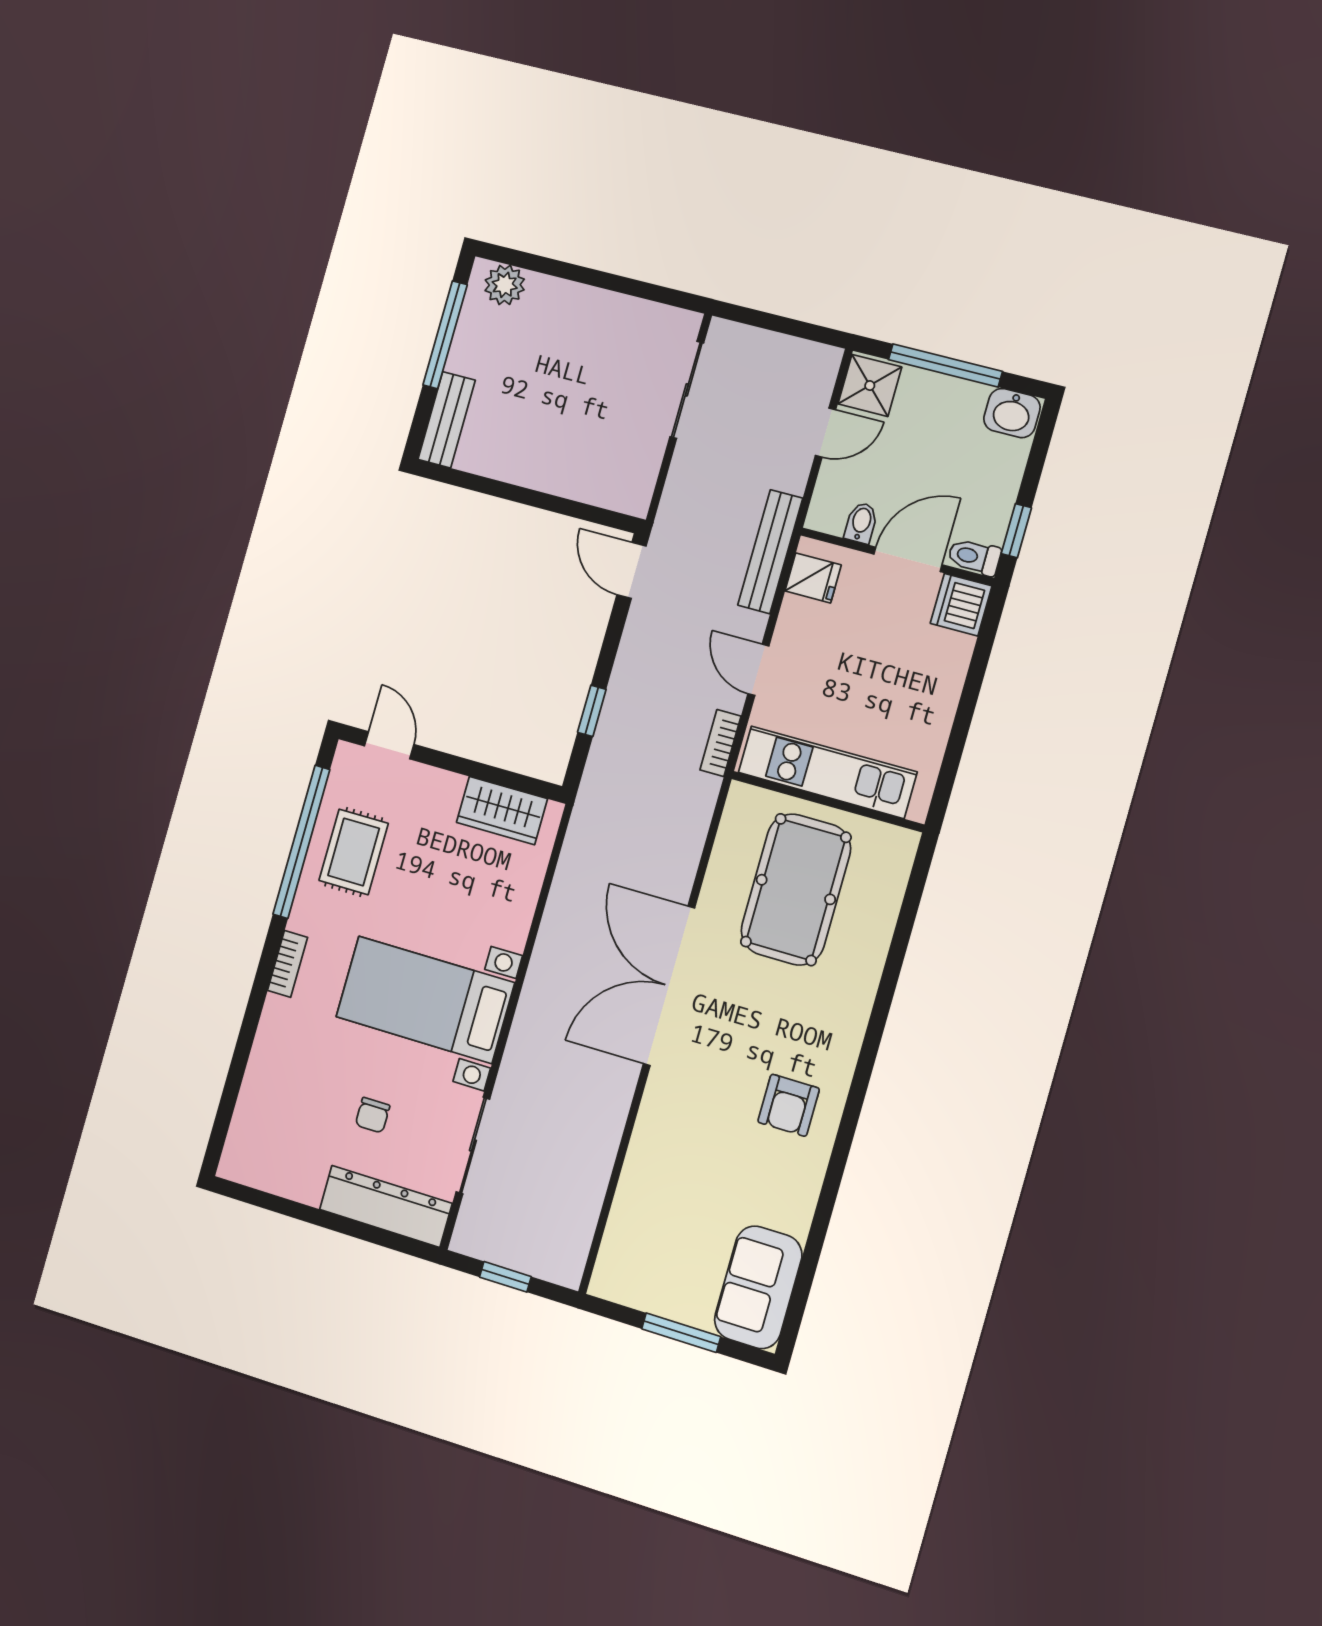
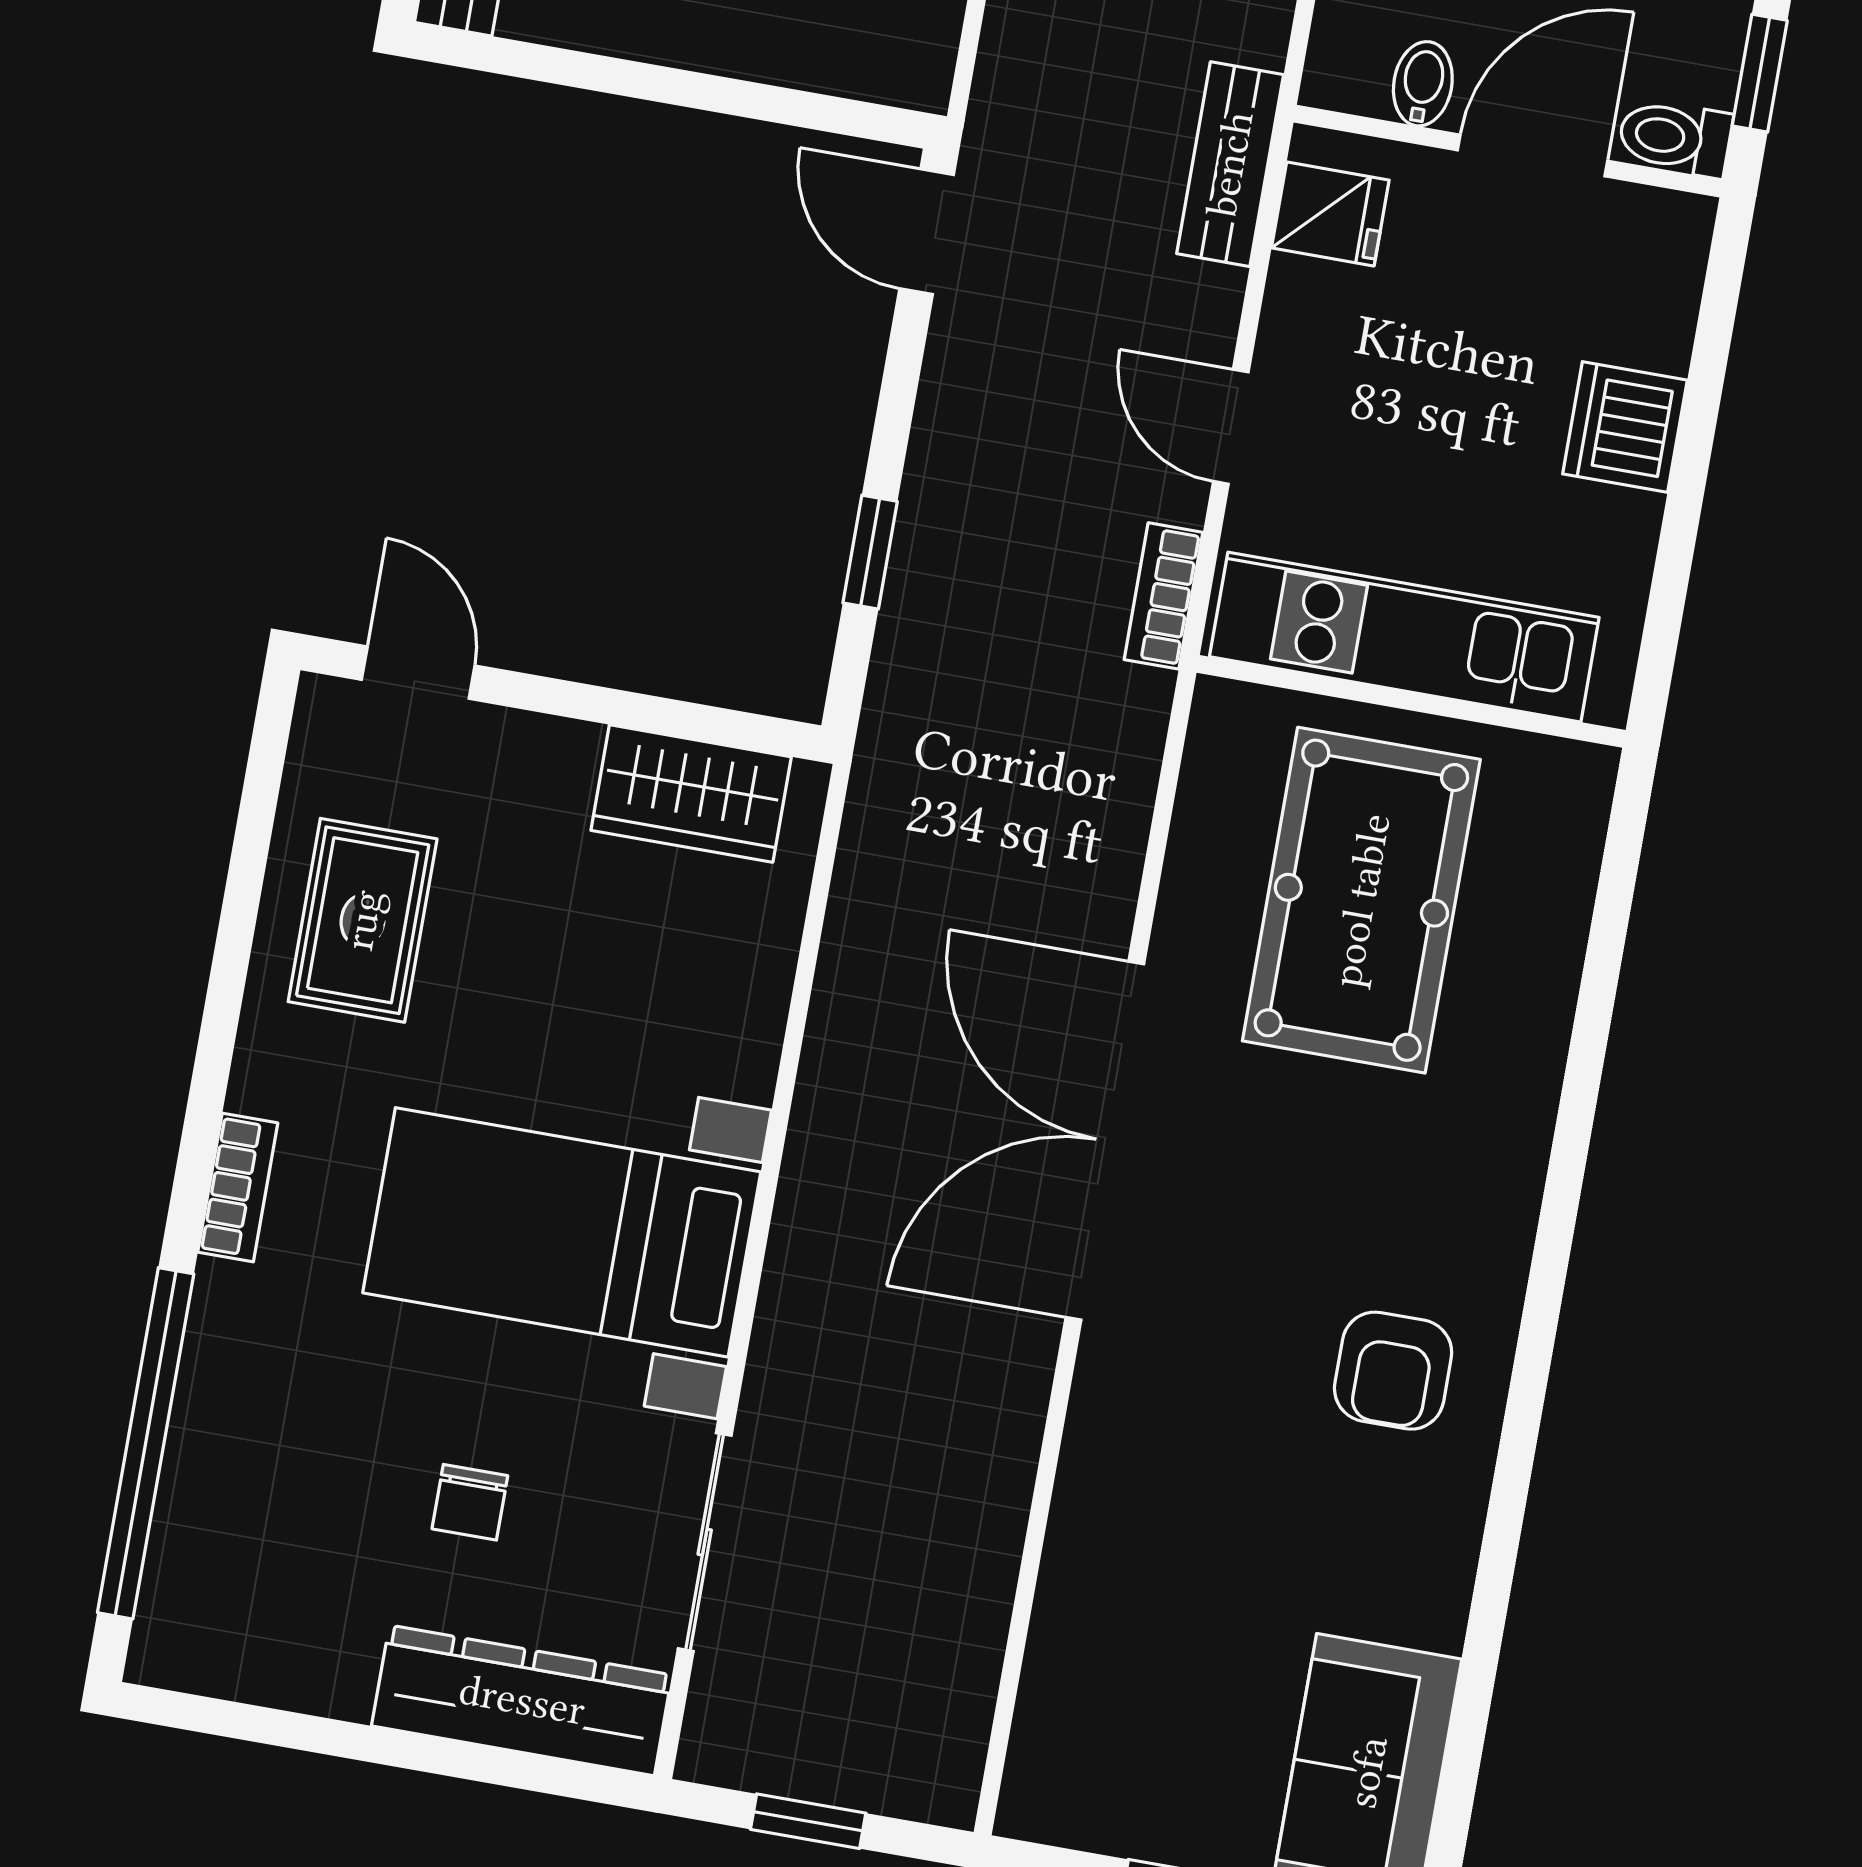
bench: (770, 552) -> (1230, 164), width x0.73
dishwasher: (961, 605) -> (1625, 427), moved
window: (301, 842) -> (146, 1443), moved

